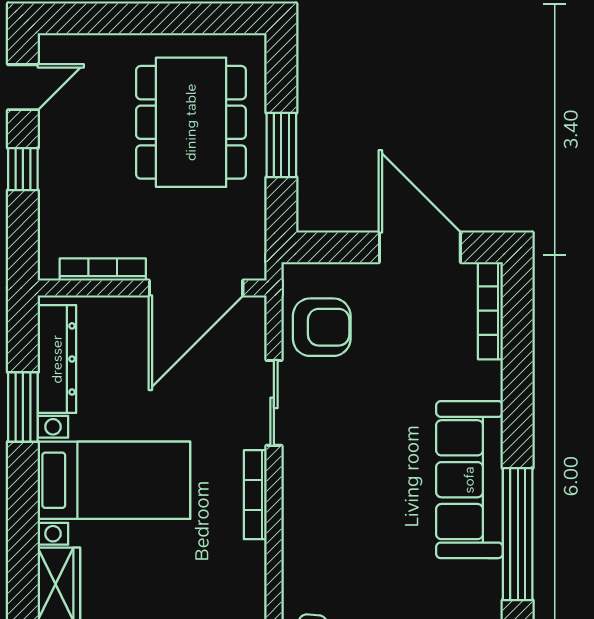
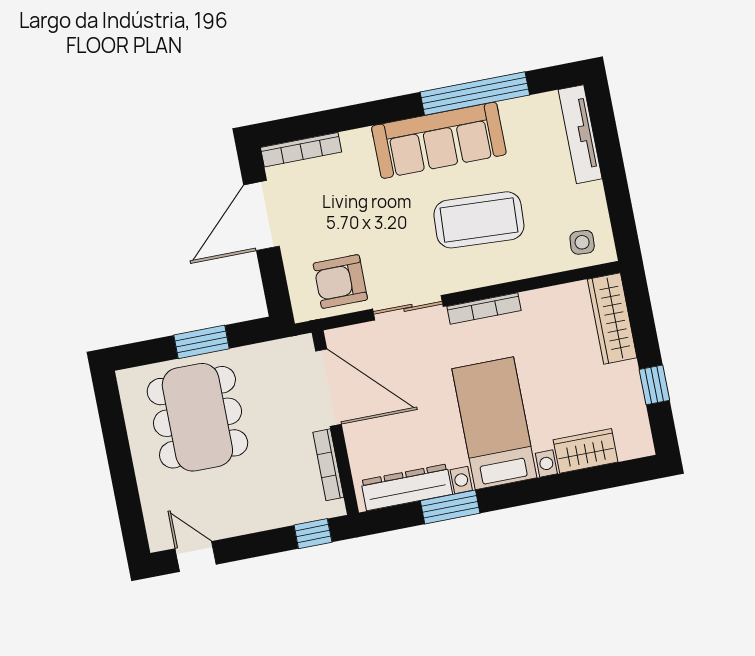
dining table: (191, 122) -> (197, 417), turned 90
window: (23, 169) -> (313, 534), moved
armchair: (322, 327) -> (340, 281), turned -90
coffee table: (364, 509) -> (479, 220), added

